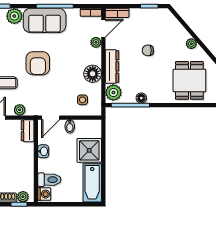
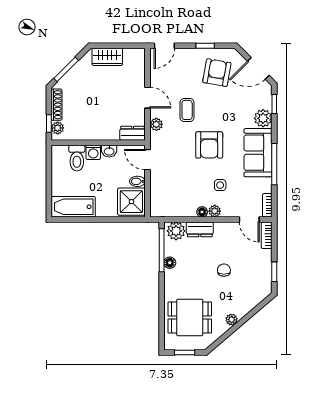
plant: (96, 42) -> (215, 211), moved
armchair: (38, 63) -> (209, 145), turned -90
dresser: (112, 66) -> (200, 229), width x0.70
floor lamp: (93, 74) -> (202, 212), width x0.53, depth x0.53
side table: (82, 100) -> (220, 185), moved
shower: (89, 150) -> (131, 202), moved
washing machine: (44, 194) -> (93, 152), moved

